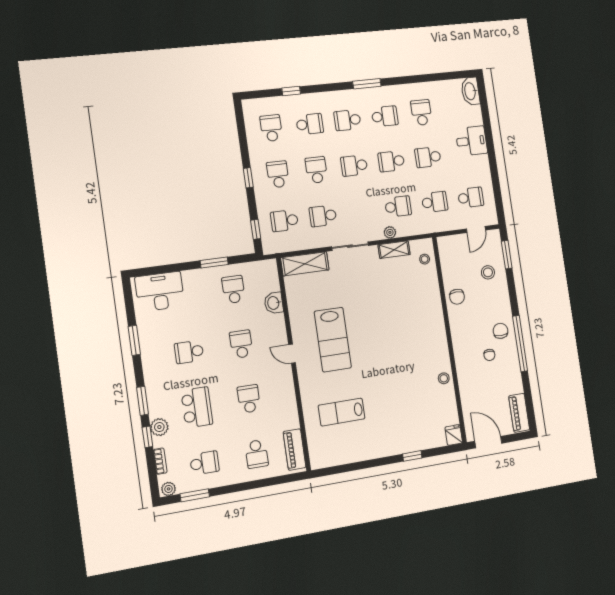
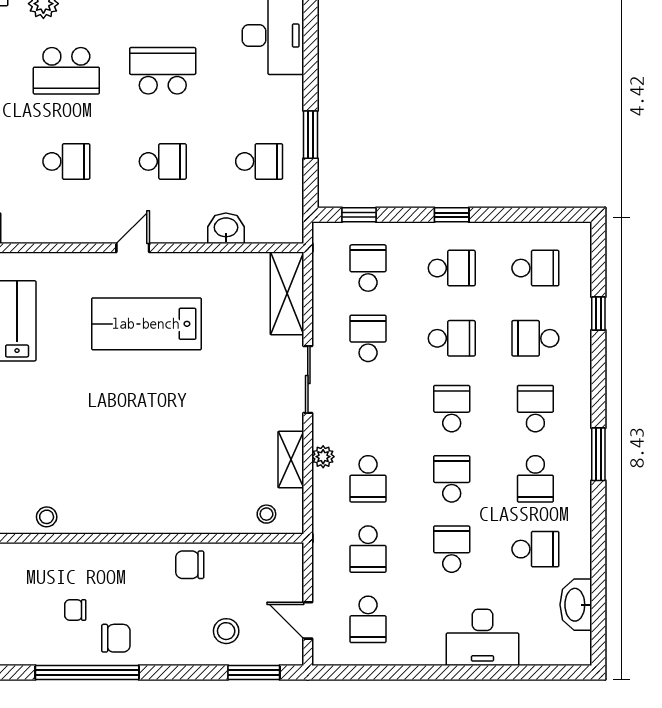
washbasin: (470, 91) -> (576, 605), moved, turned -90
school desk: (310, 124) -> (535, 338), turned 90
desk: (471, 141) -> (482, 637), width x1.37
school desk: (189, 352) -> (163, 71), width x1.85

